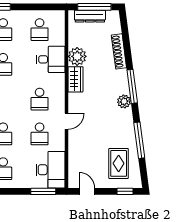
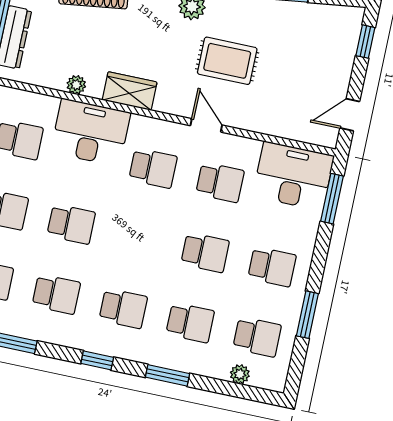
plant: (77, 56) -> (76, 85), width x0.53, depth x0.53
desk: (51, 59) -> (90, 132), width x1.37
rug: (119, 163) -> (227, 61), moved

